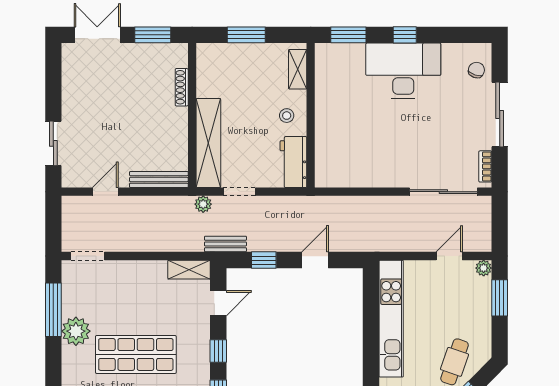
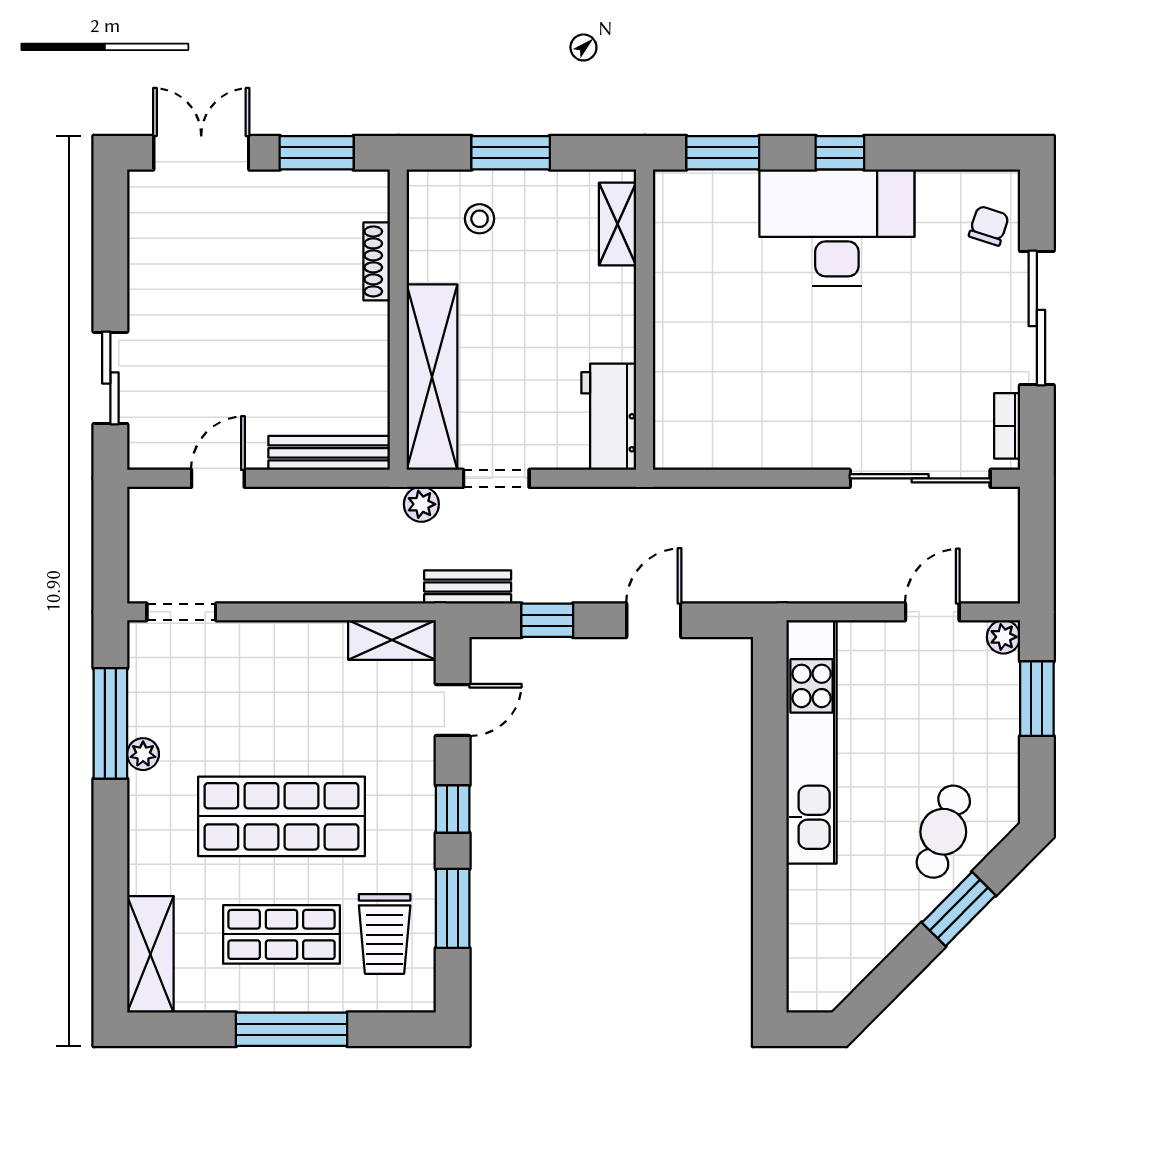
stool: (287, 116) -> (480, 219), moved
plant: (76, 331) -> (143, 754), width x0.53, depth x0.53

